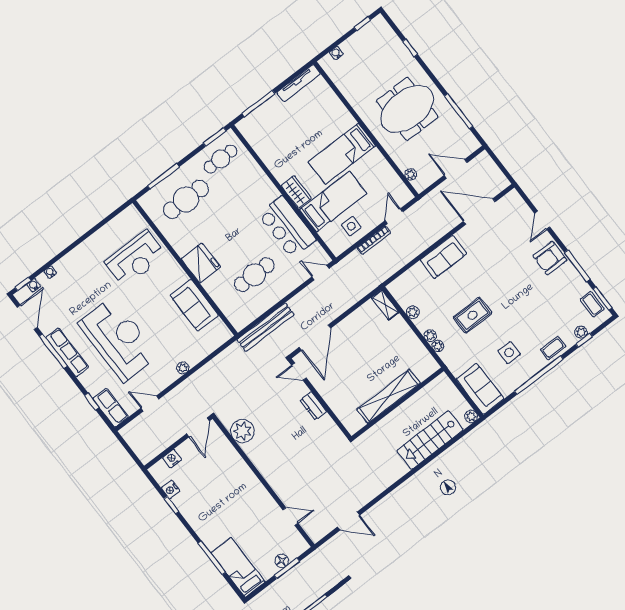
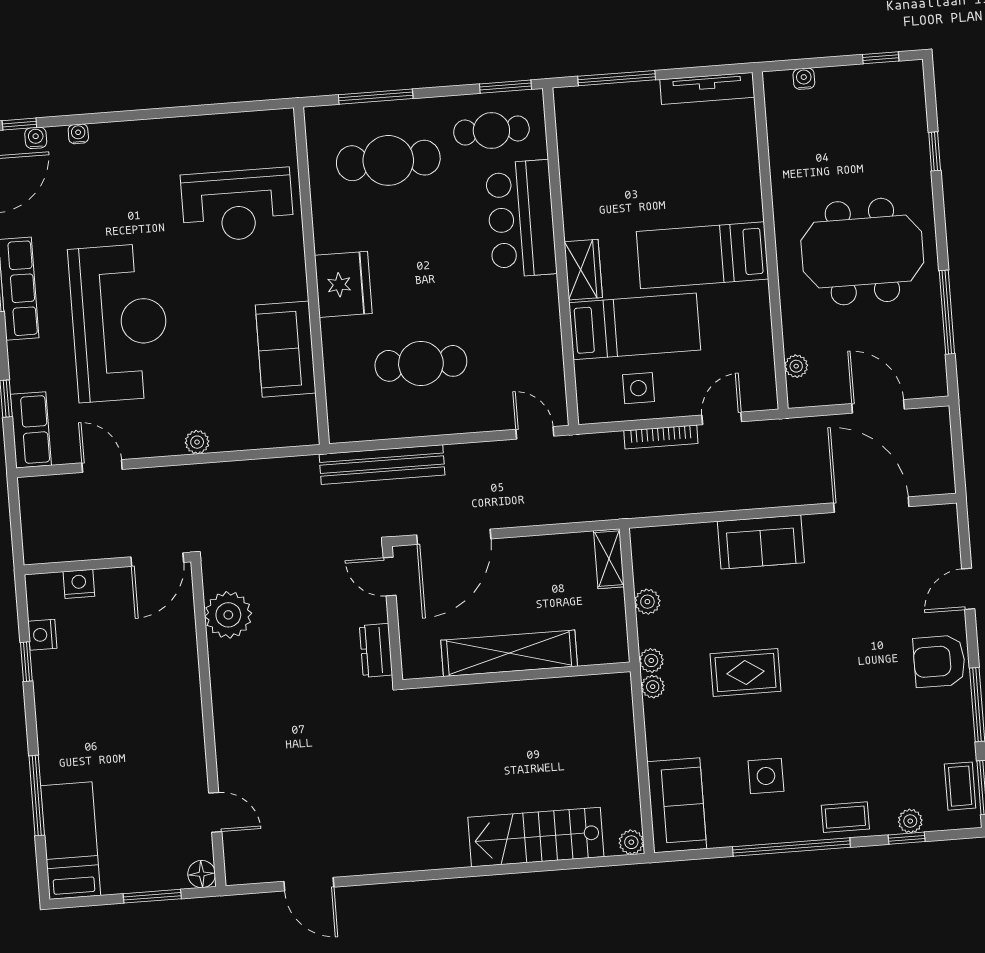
bar counter: (287, 227) -> (521, 219), moved
shelving: (389, 396) -> (509, 653), moved
wall: (398, 404) -> (516, 676), moved
floor lamp: (282, 561) -> (202, 874), moved

